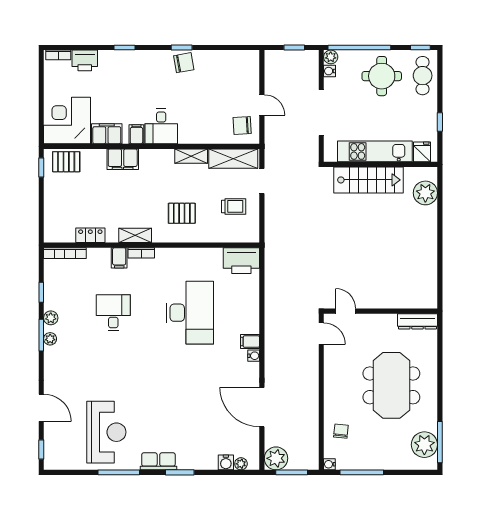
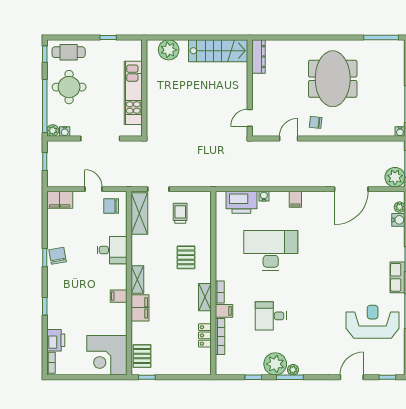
door: (262, 105) -> (94, 189), hinge flipped
desk: (161, 126) -> (112, 250), moved
chair: (242, 126) -> (111, 206), turned 93
filing cabinet: (107, 134) -> (60, 200), moved, turned -90
fridge: (422, 152) -> (134, 53), removed
shelving: (191, 156) -> (137, 280), moved
stairs: (369, 180) -> (218, 51), moved, turned 90
bookcase: (65, 253) -> (220, 337), moved
printer: (241, 261) -> (241, 202), moved, turned 90
door: (346, 311) -> (250, 118), moved
wall: (381, 311) -> (250, 88), moved
plant: (51, 318) -> (275, 364), width x1.87, depth x1.87
dresser: (418, 321) -> (258, 56), moved
water cooler: (254, 356) -> (264, 196), moved
meeting table: (391, 385) -> (333, 79), turned 90
chair: (341, 431) -> (316, 122), moved
plant: (424, 445) -> (383, 51), removed

